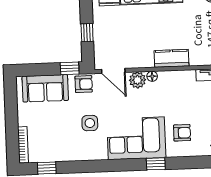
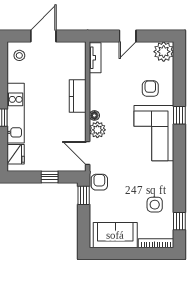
door: (113, 71) -> (88, 153), swing flipped
sofa: (45, 88) -> (115, 235), moved, turned -90
side table: (90, 123) -> (155, 205), moved

